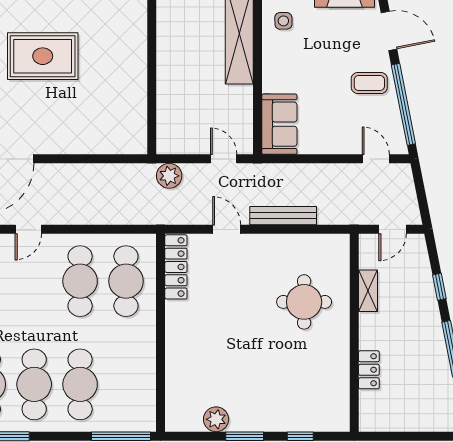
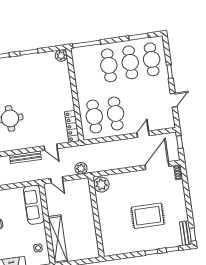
sofa: (279, 124) -> (34, 205), width x1.36
plant: (131, 136) -> (101, 185), added
plant: (216, 419) -> (61, 56), moved

